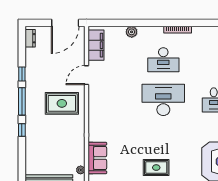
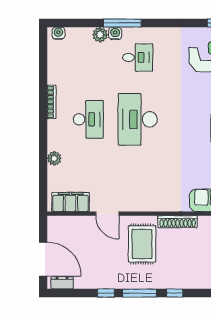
door: (65, 23) -> (43, 259), moved
shoe rack: (80, 132) -> (178, 222), added

